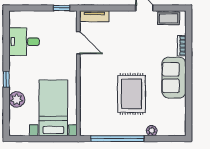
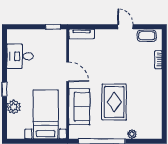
door: (78, 43) -> (68, 72), moved
sofa: (174, 78) -> (79, 107), moved, turned 180

